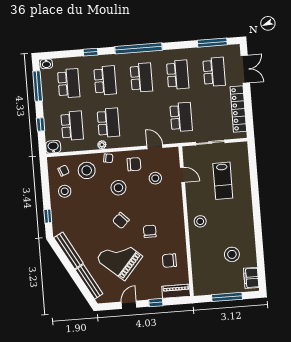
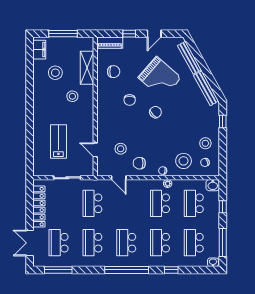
stool: (118, 188) -> (155, 143), removed
stool: (200, 221) -> (72, 96), moved
shelving: (198, 262) -> (87, 68), added

